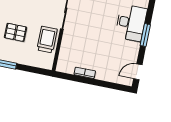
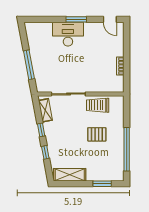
pallet: (16, 32) -> (97, 134), turned 90

